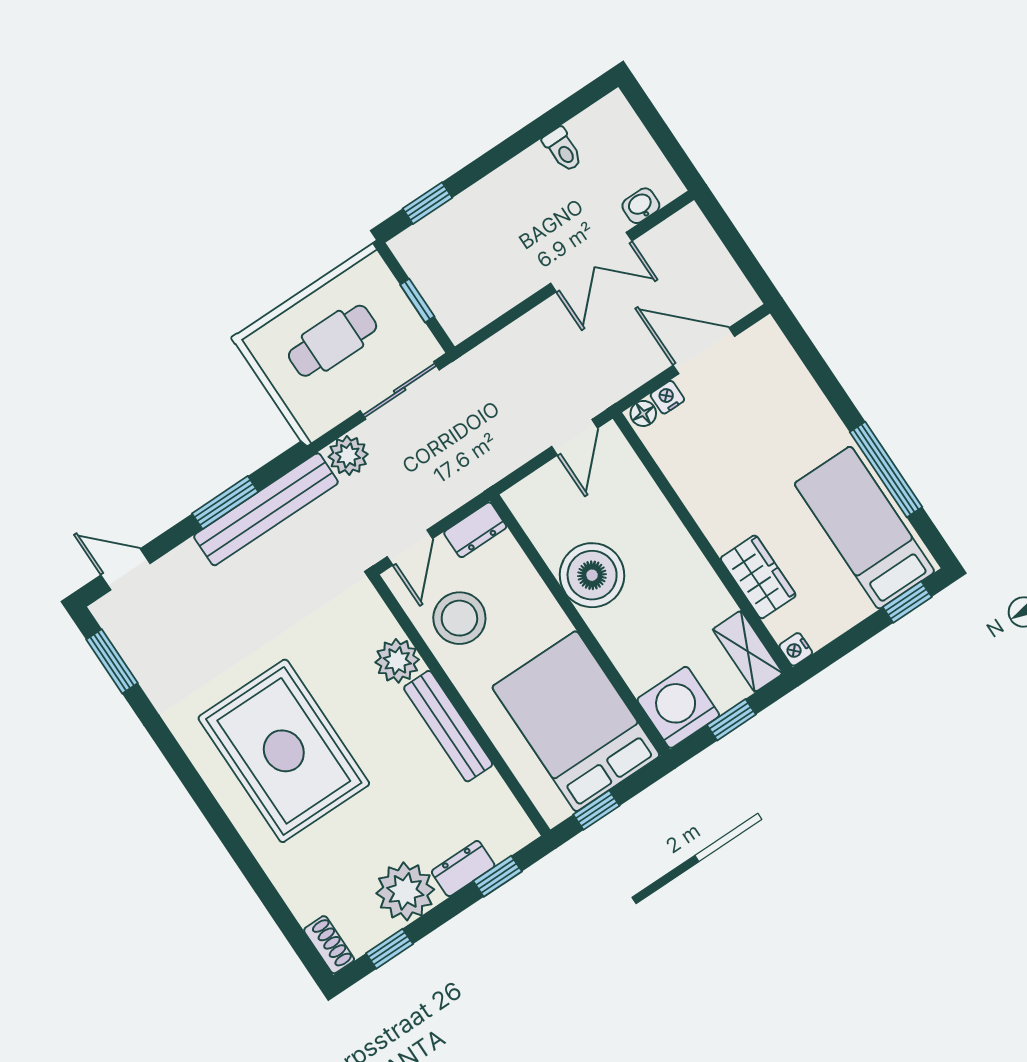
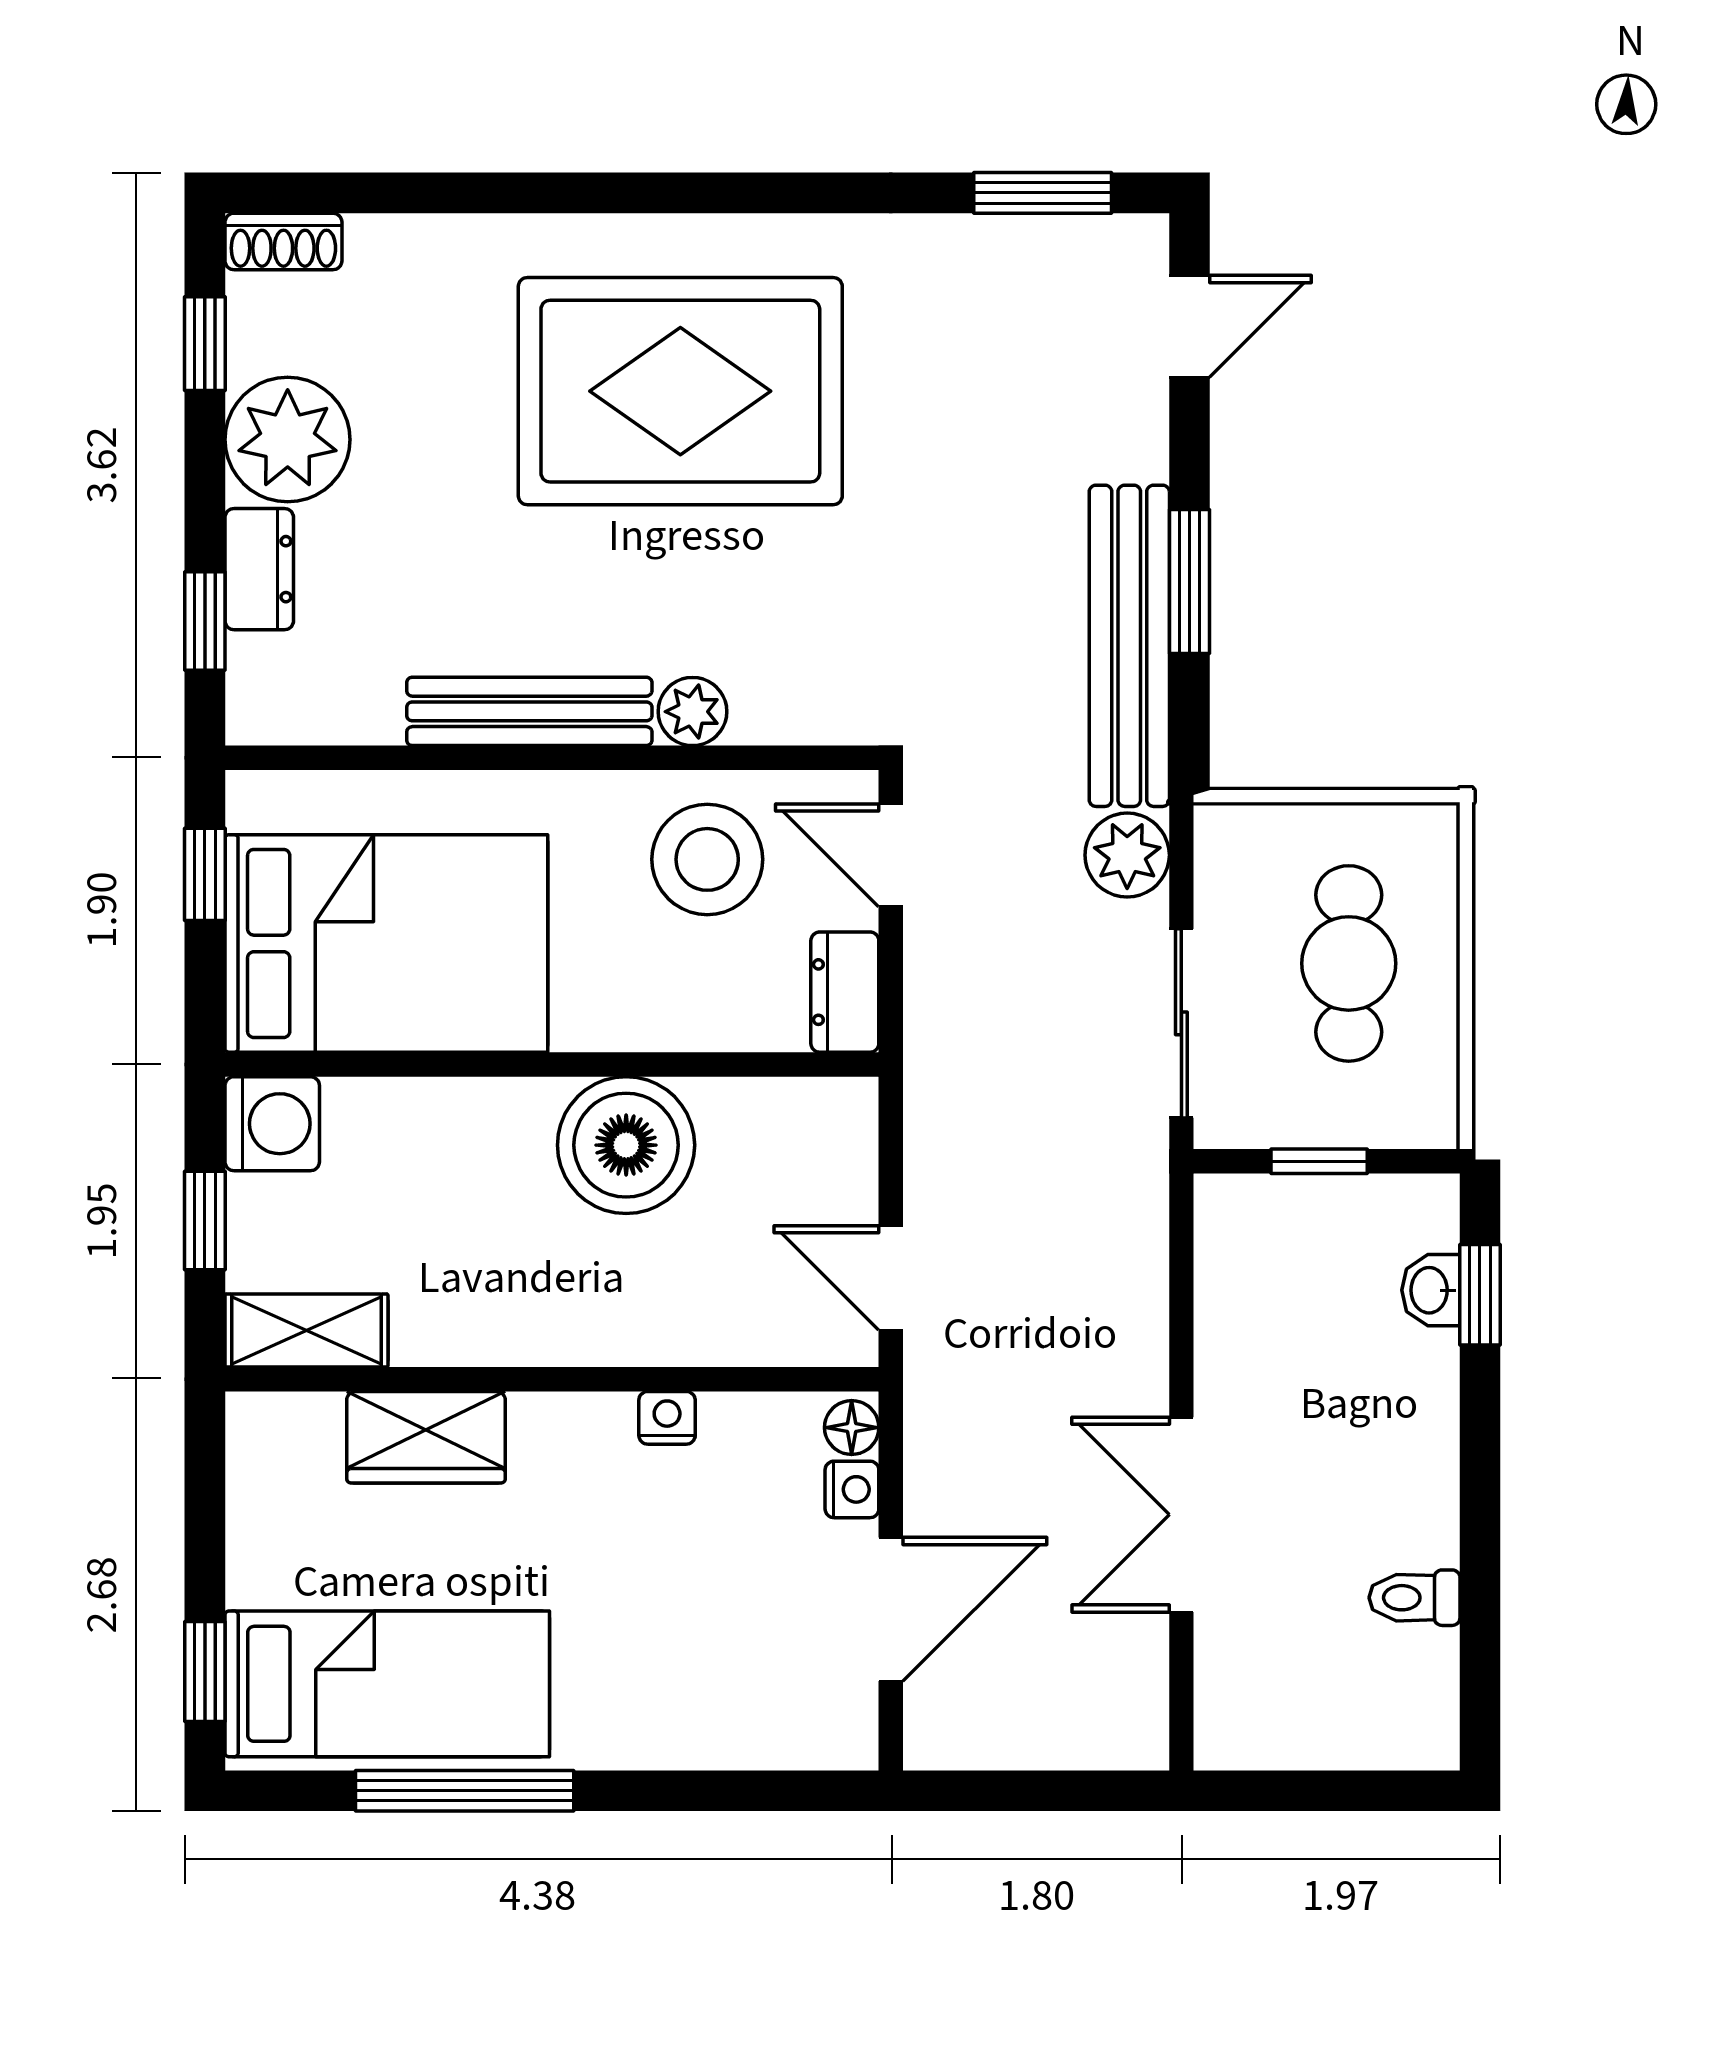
washbasin: (641, 206) -> (1431, 1290), moved, turned 180
nightstand: (796, 649) -> (667, 1418), moved
plant: (397, 661) -> (693, 712), width x0.73, depth x0.73
washing machine: (678, 707) -> (272, 1124), width x0.73, depth x0.73

